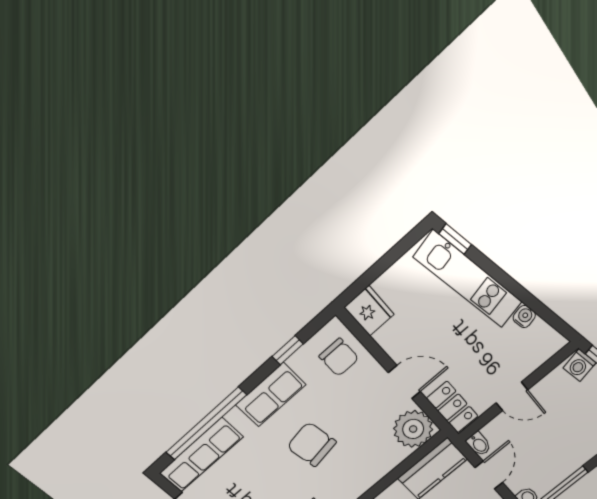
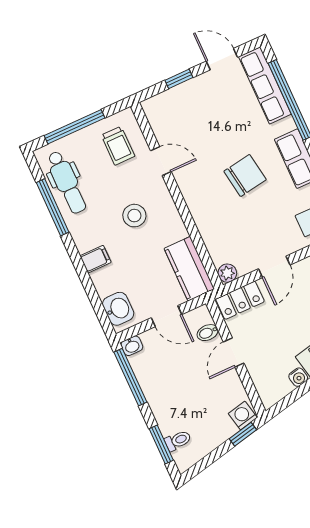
plant: (413, 429) -> (227, 273), width x0.53, depth x0.53
bidet: (479, 444) -> (208, 333), moved

